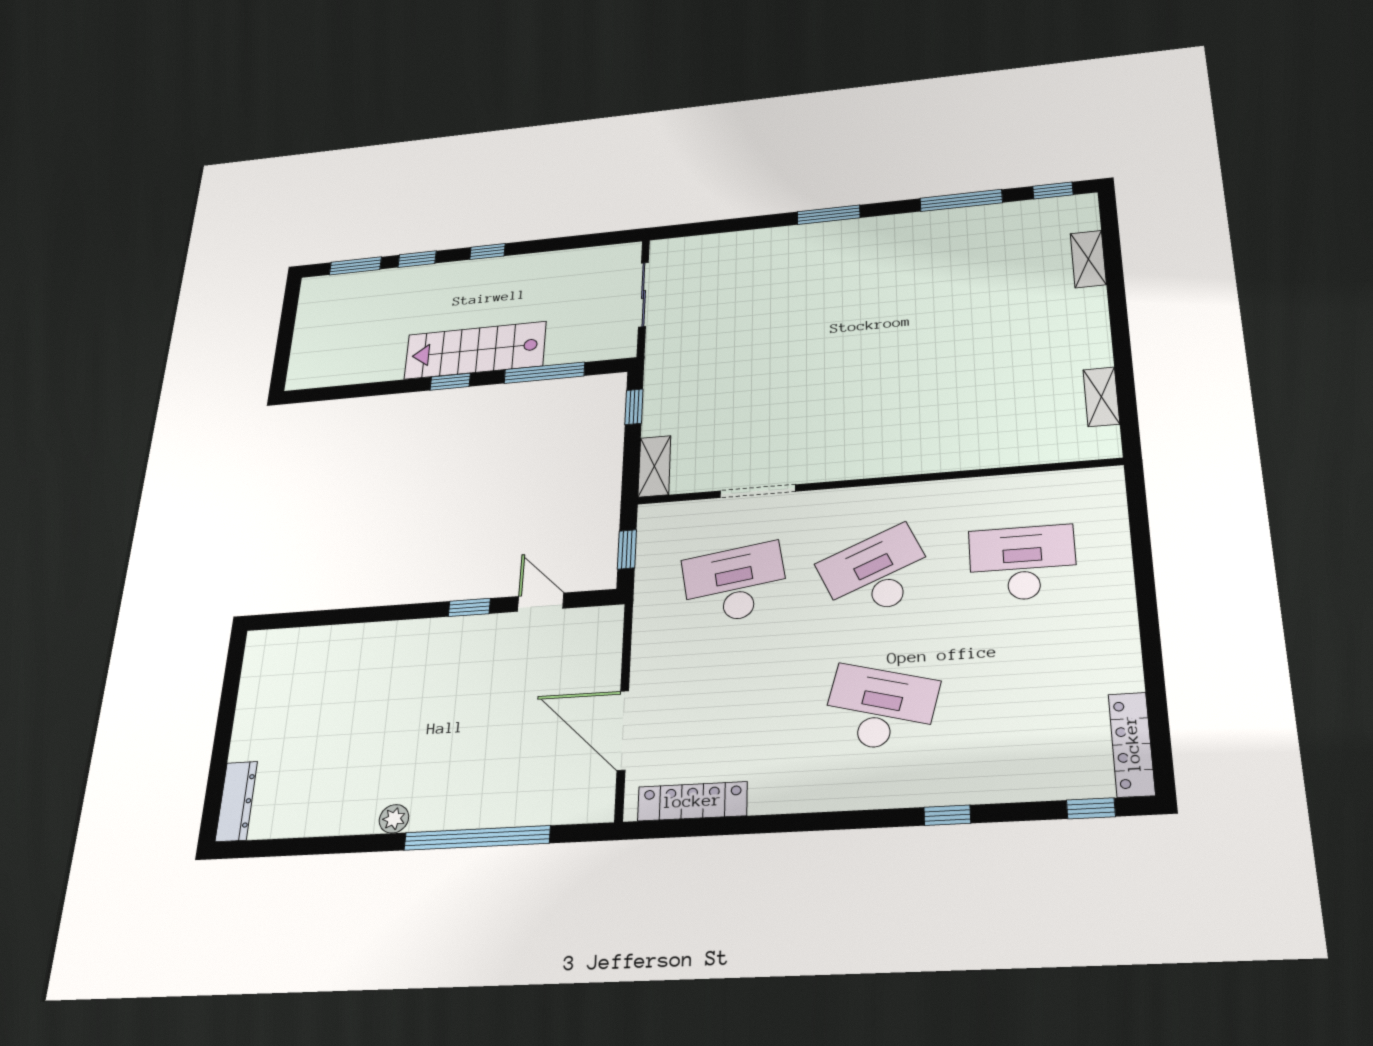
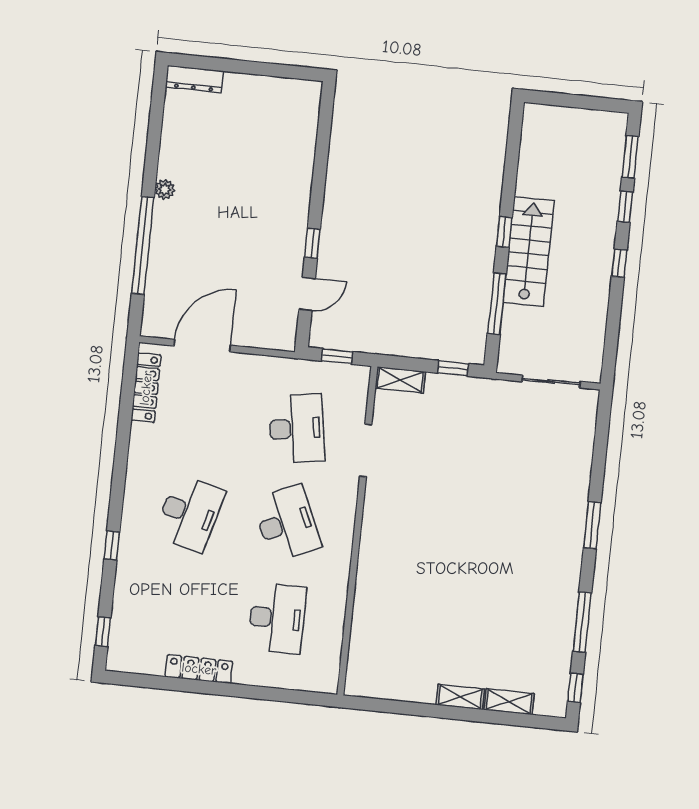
shelving: (1101, 397) -> (460, 697), moved
locker: (1132, 744) -> (199, 669), moved

